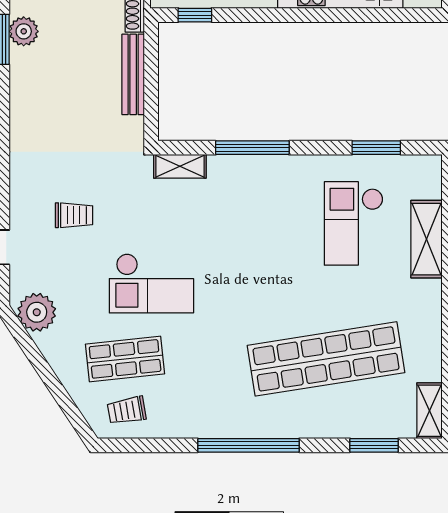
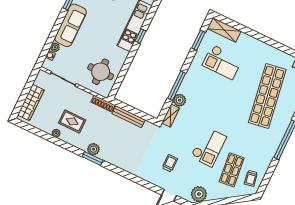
window: (195, 15) -> (141, 36), moved
plant: (224, 170) -> (180, 100), added
shelving: (426, 239) -> (224, 30), moved

